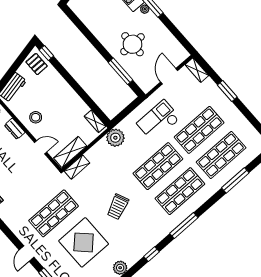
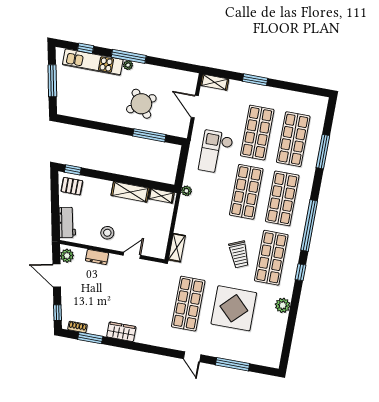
round table: (132, 44) -> (141, 104), turned -37
plant: (115, 138) -> (186, 191), width x0.53, depth x0.53
shelving: (70, 152) -> (130, 192), moved, turned 90
window: (184, 226) -> (309, 225), width x1.46
shop shelf: (139, 227) -> (271, 258), added

